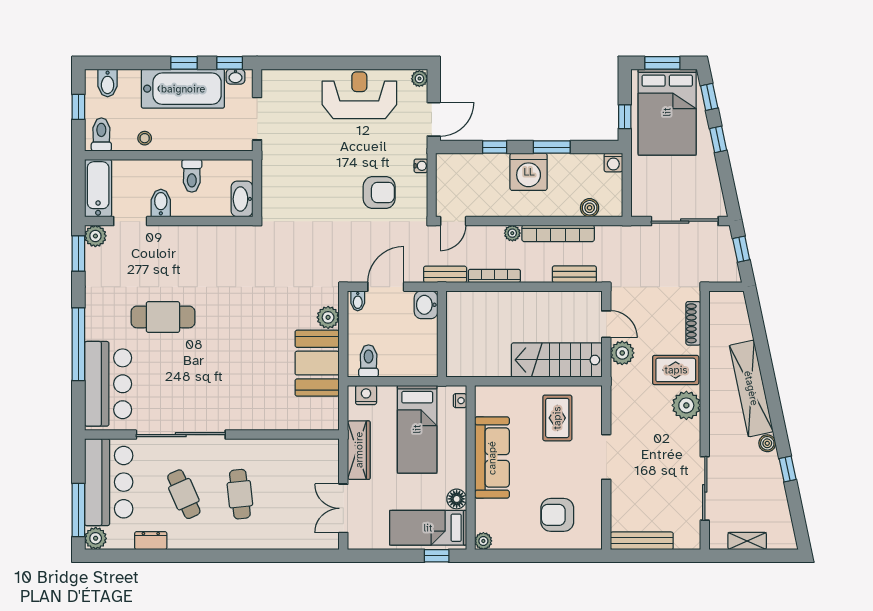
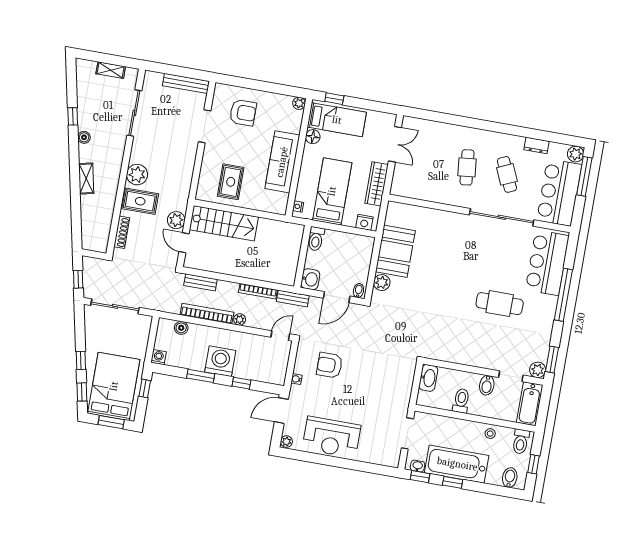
toilet: (369, 361) -> (316, 239), moved
shelving: (751, 388) -> (86, 179), width x0.45, depth x0.75
doorway: (606, 457) -> (205, 126), moved

